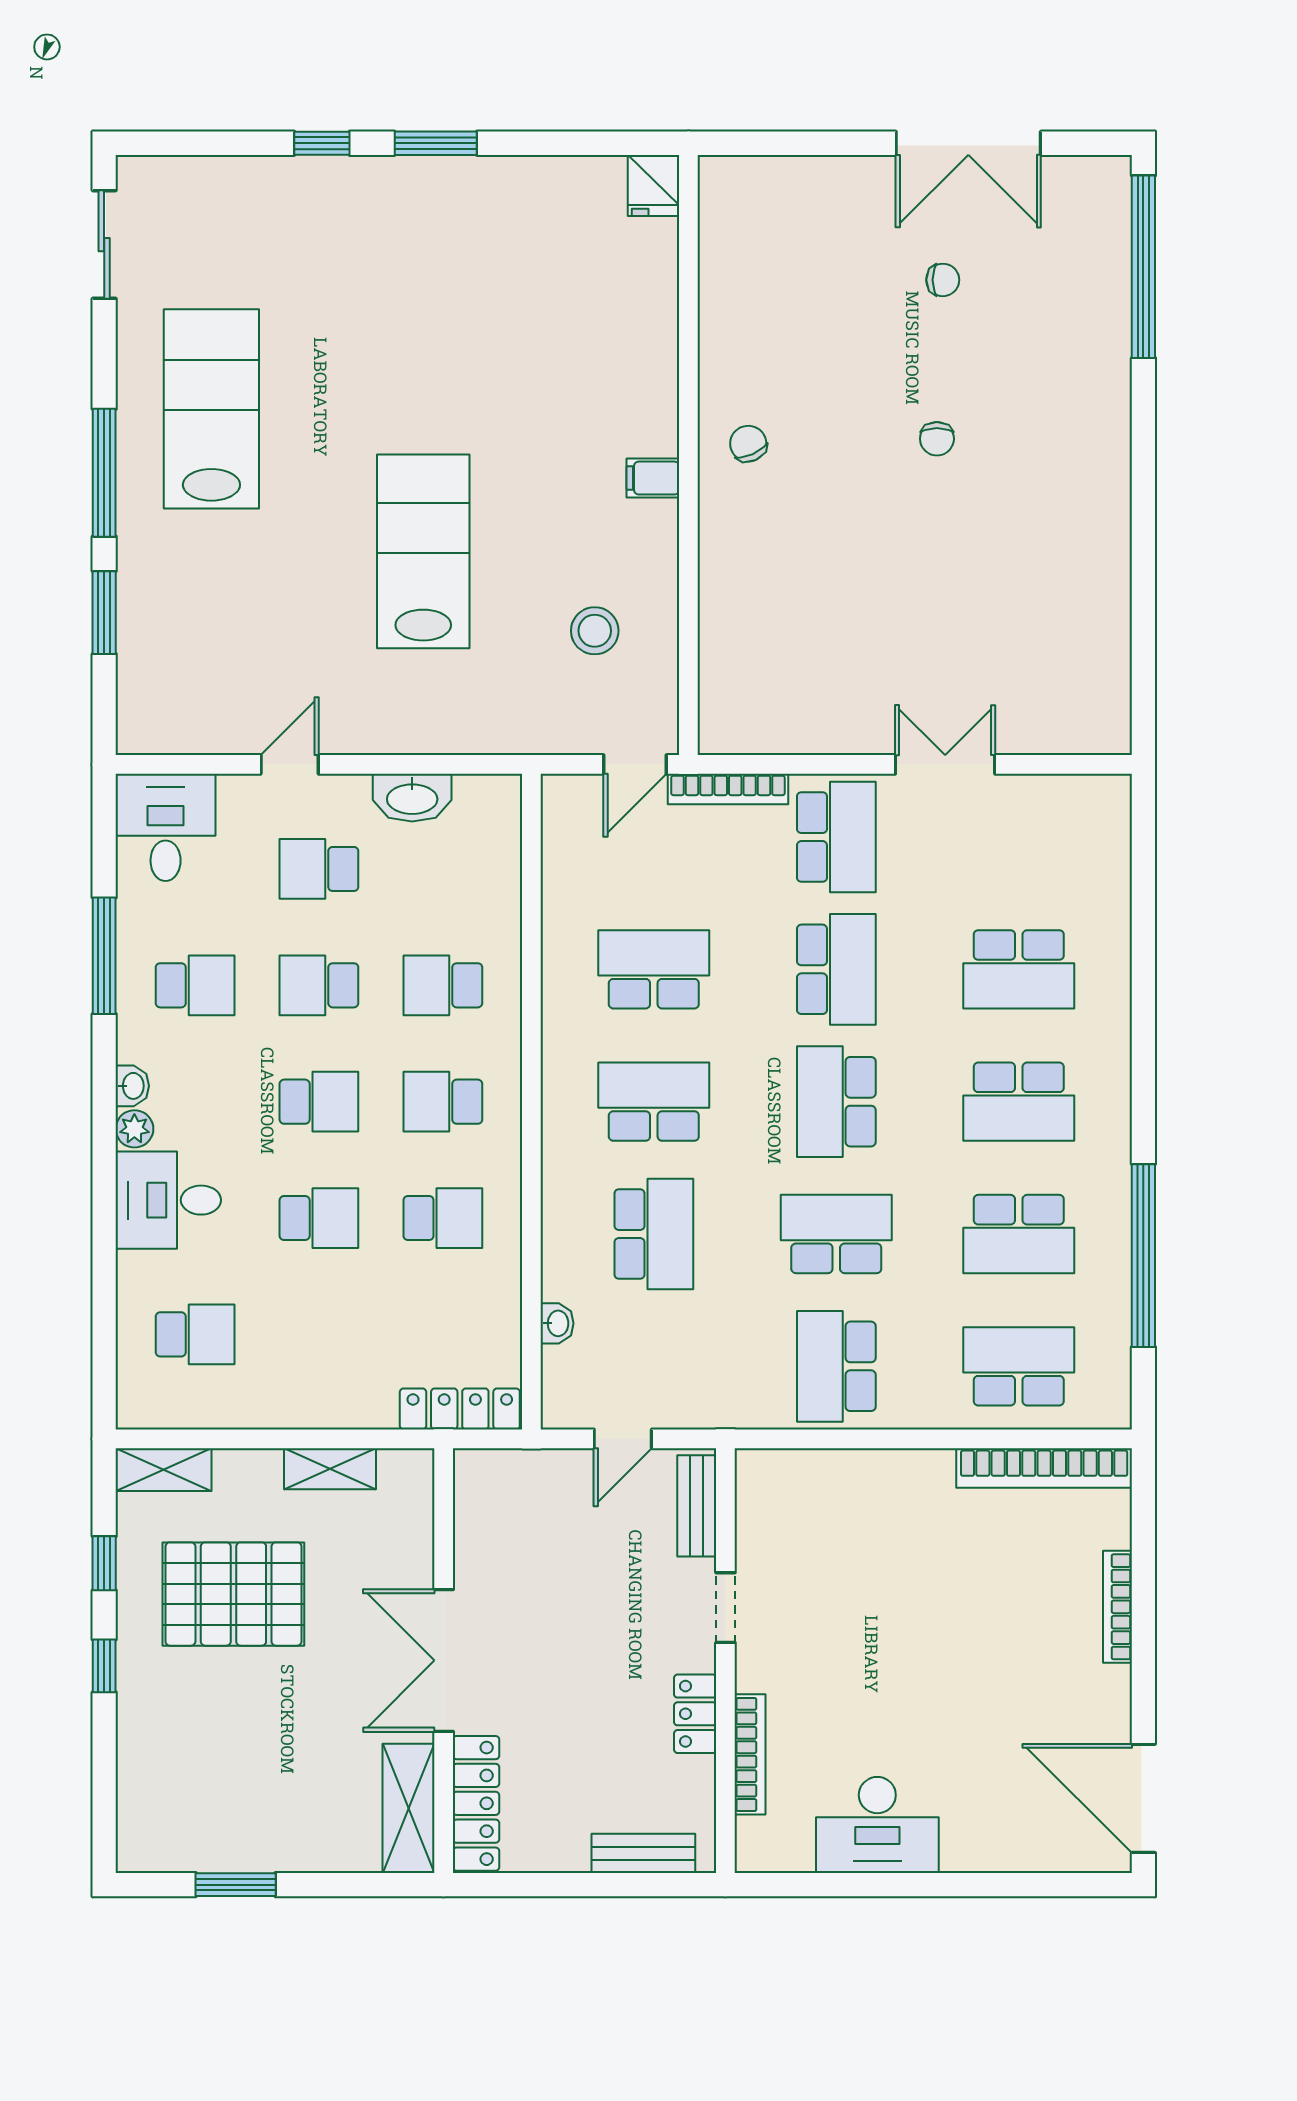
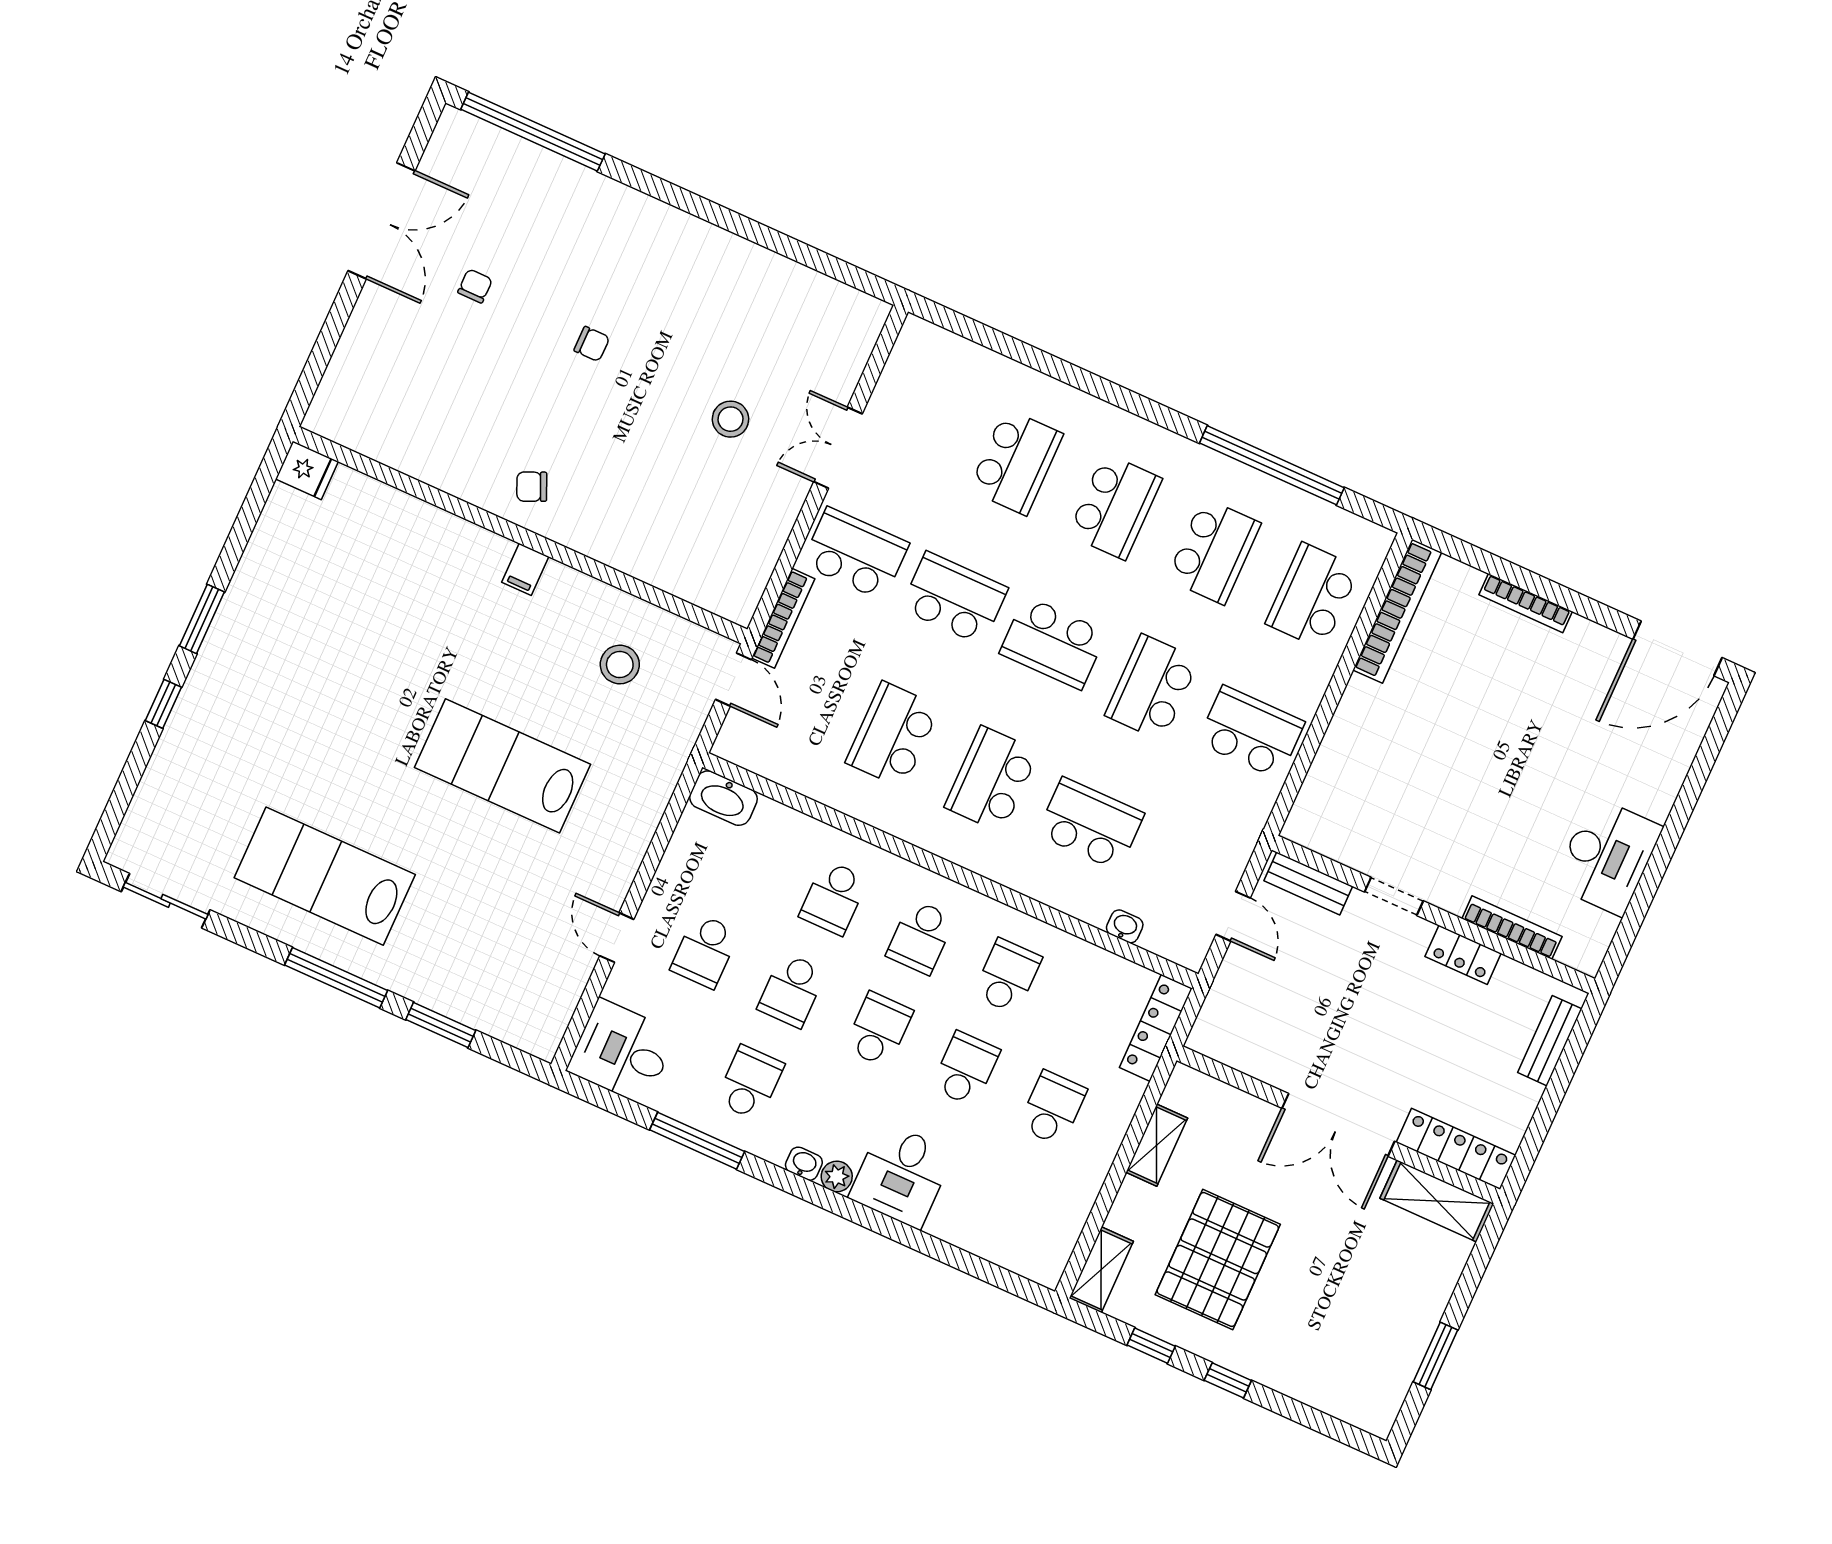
stool: (923, 631) -> (730, 419), added
washbasin: (412, 798) -> (723, 798), moved, turned 90
school desk: (195, 1334) -> (1053, 1108), moved
school desk: (836, 1366) -> (1251, 732), turned 180

